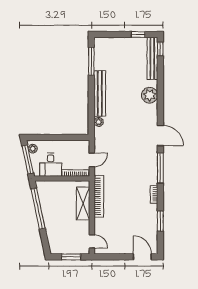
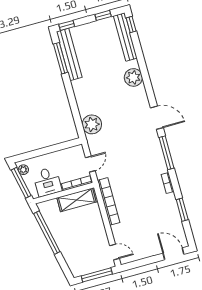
window: (104, 34) -> (67, 25), added
bench: (100, 93) -> (69, 54), moved
plant: (99, 122) -> (92, 124), width x1.87, depth x1.87
shelving: (83, 203) -> (76, 200), moved, turned 90
window: (71, 257) -> (97, 275), width x1.44

